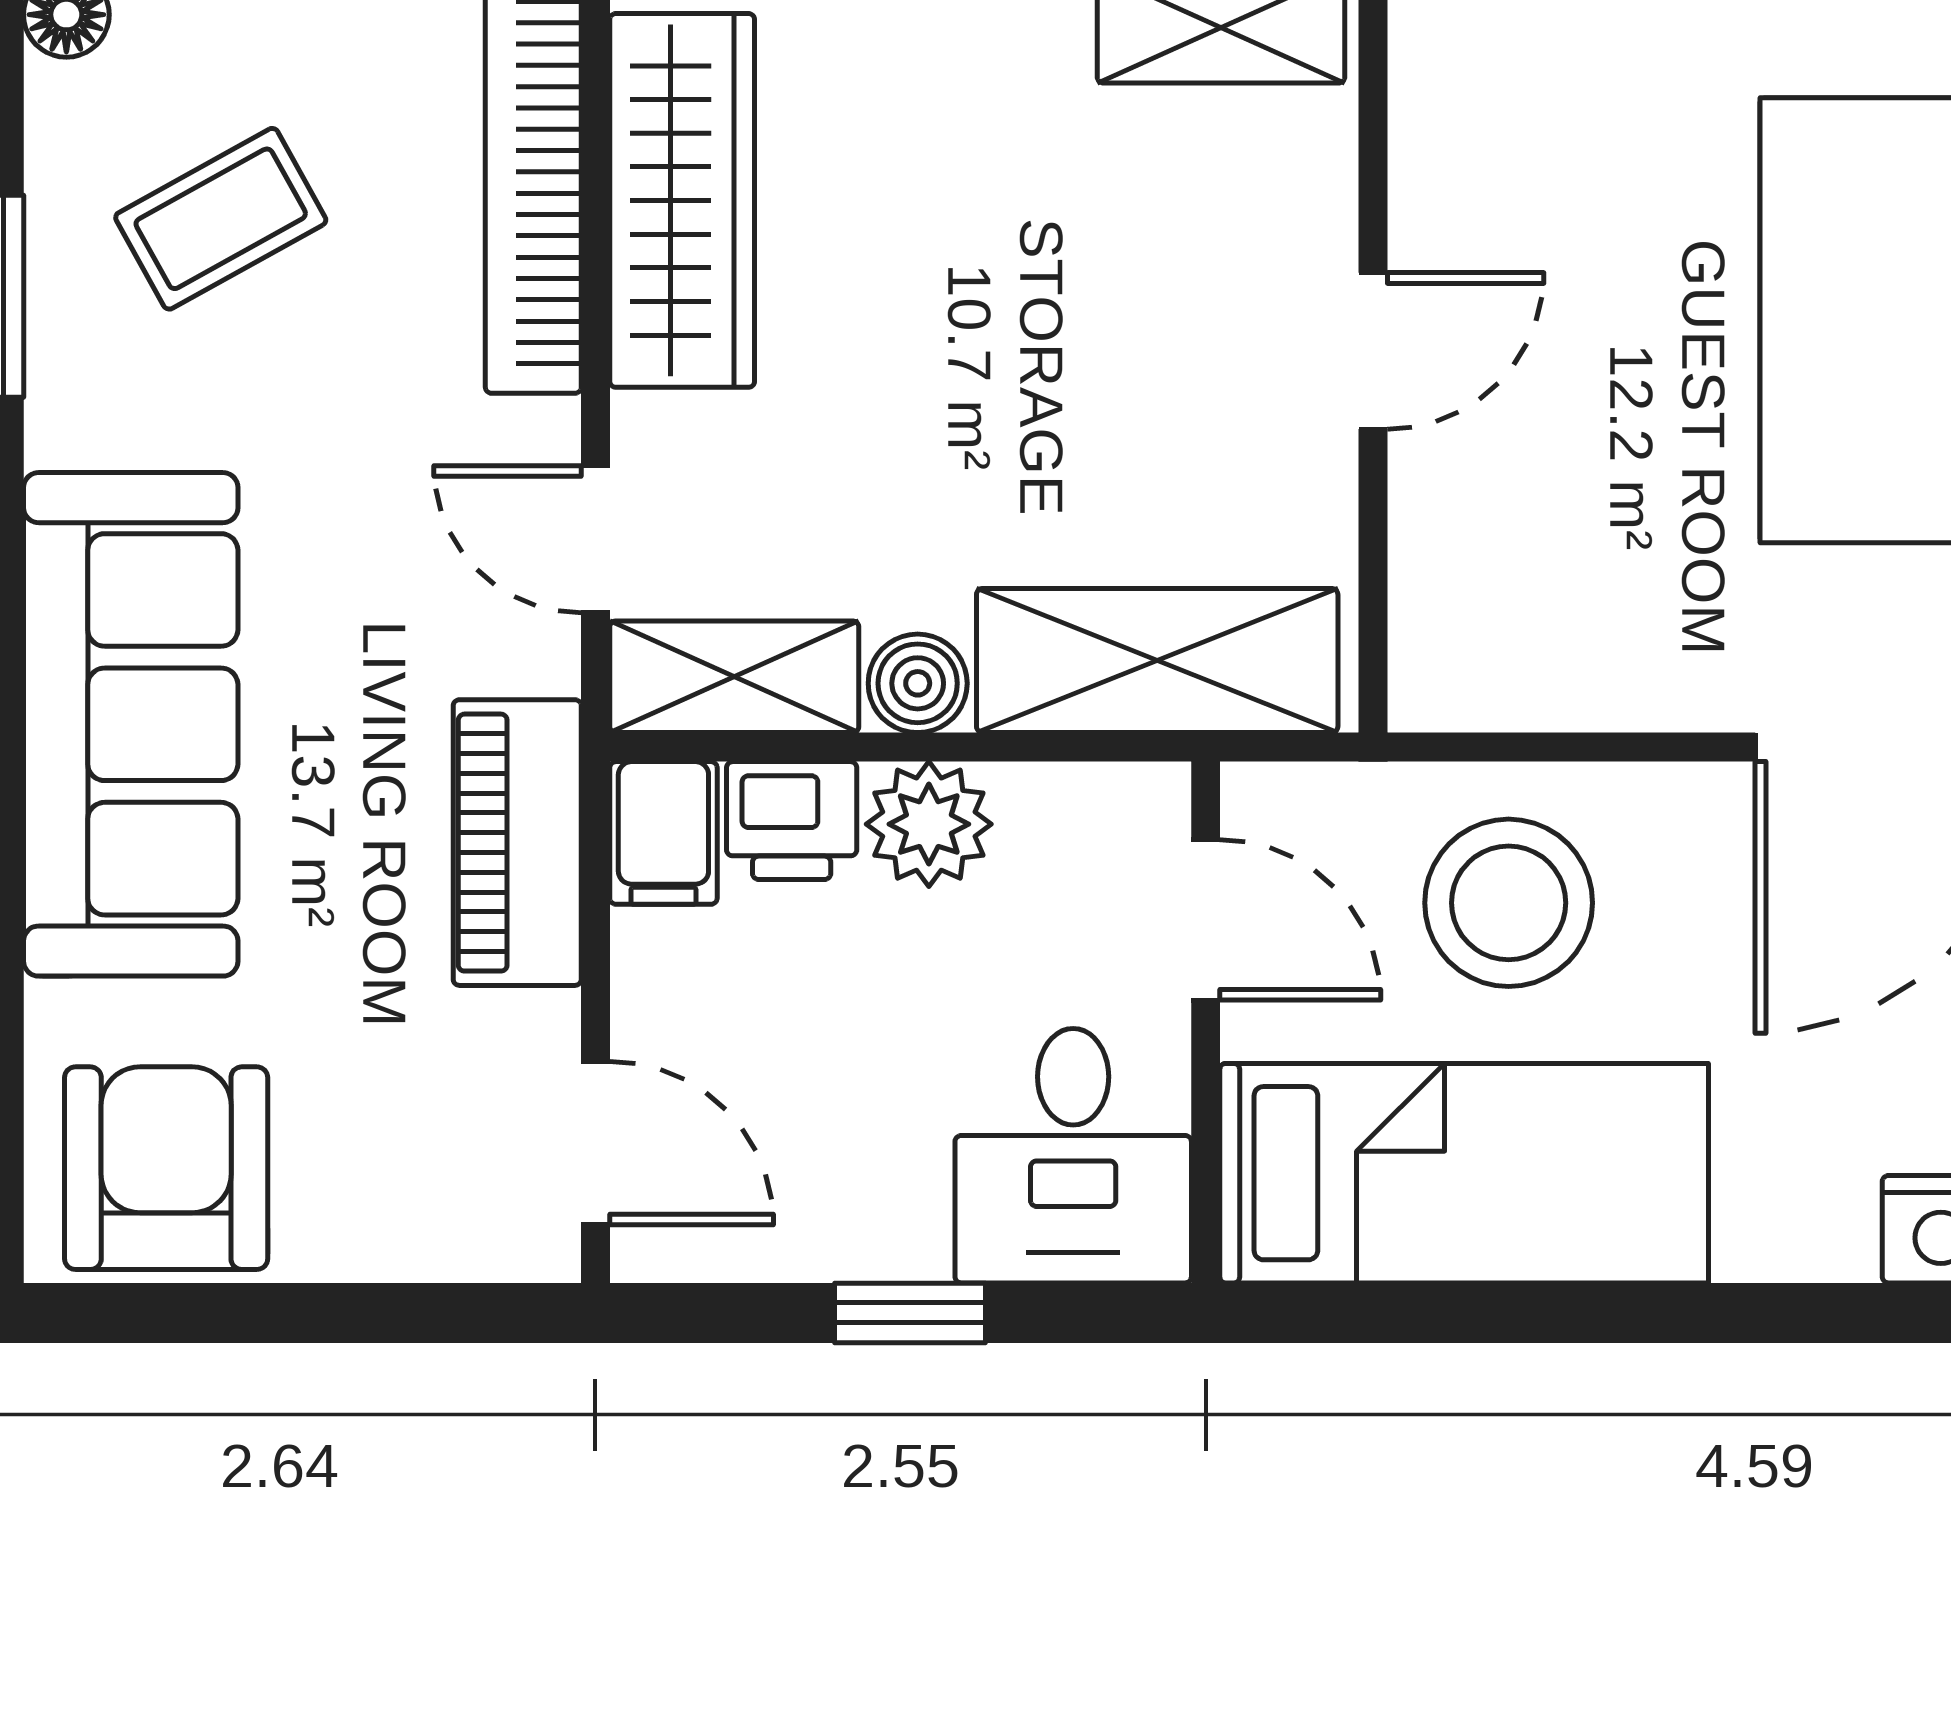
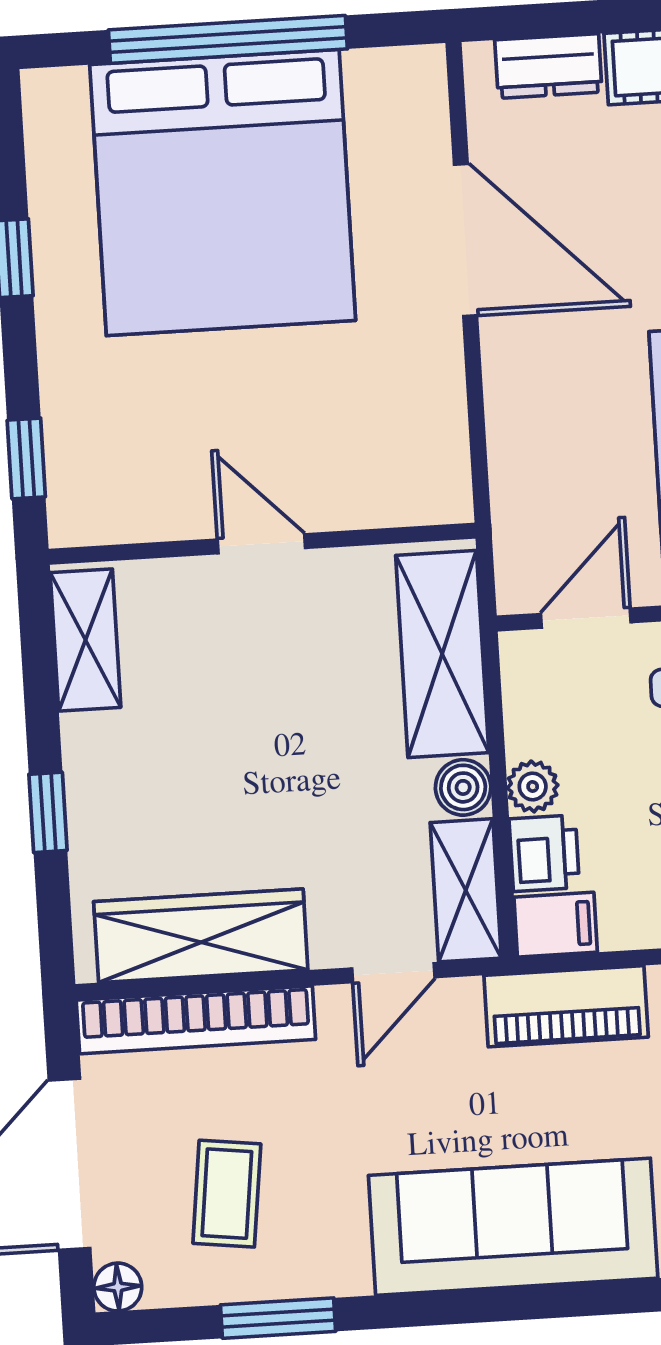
coffee table: (221, 219) -> (227, 1194), turned 36
plant: (929, 824) -> (533, 786), width x0.73, depth x0.73
stool: (1509, 903) -> (566, 449), removed

